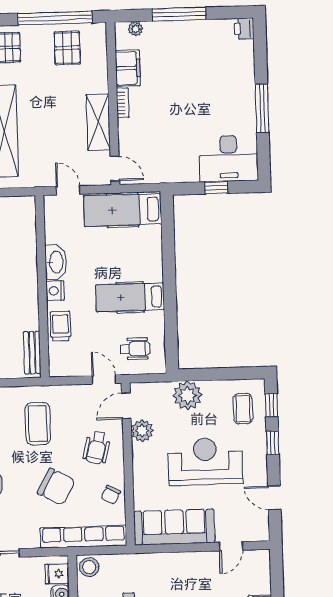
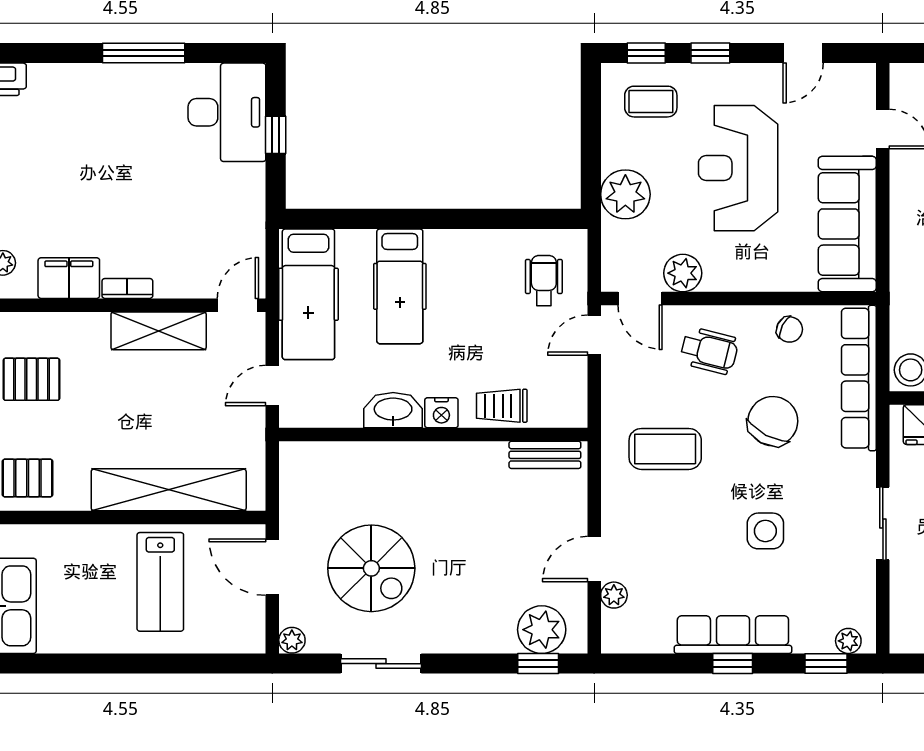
hospital bed: (130, 297) -> (400, 286), moved

